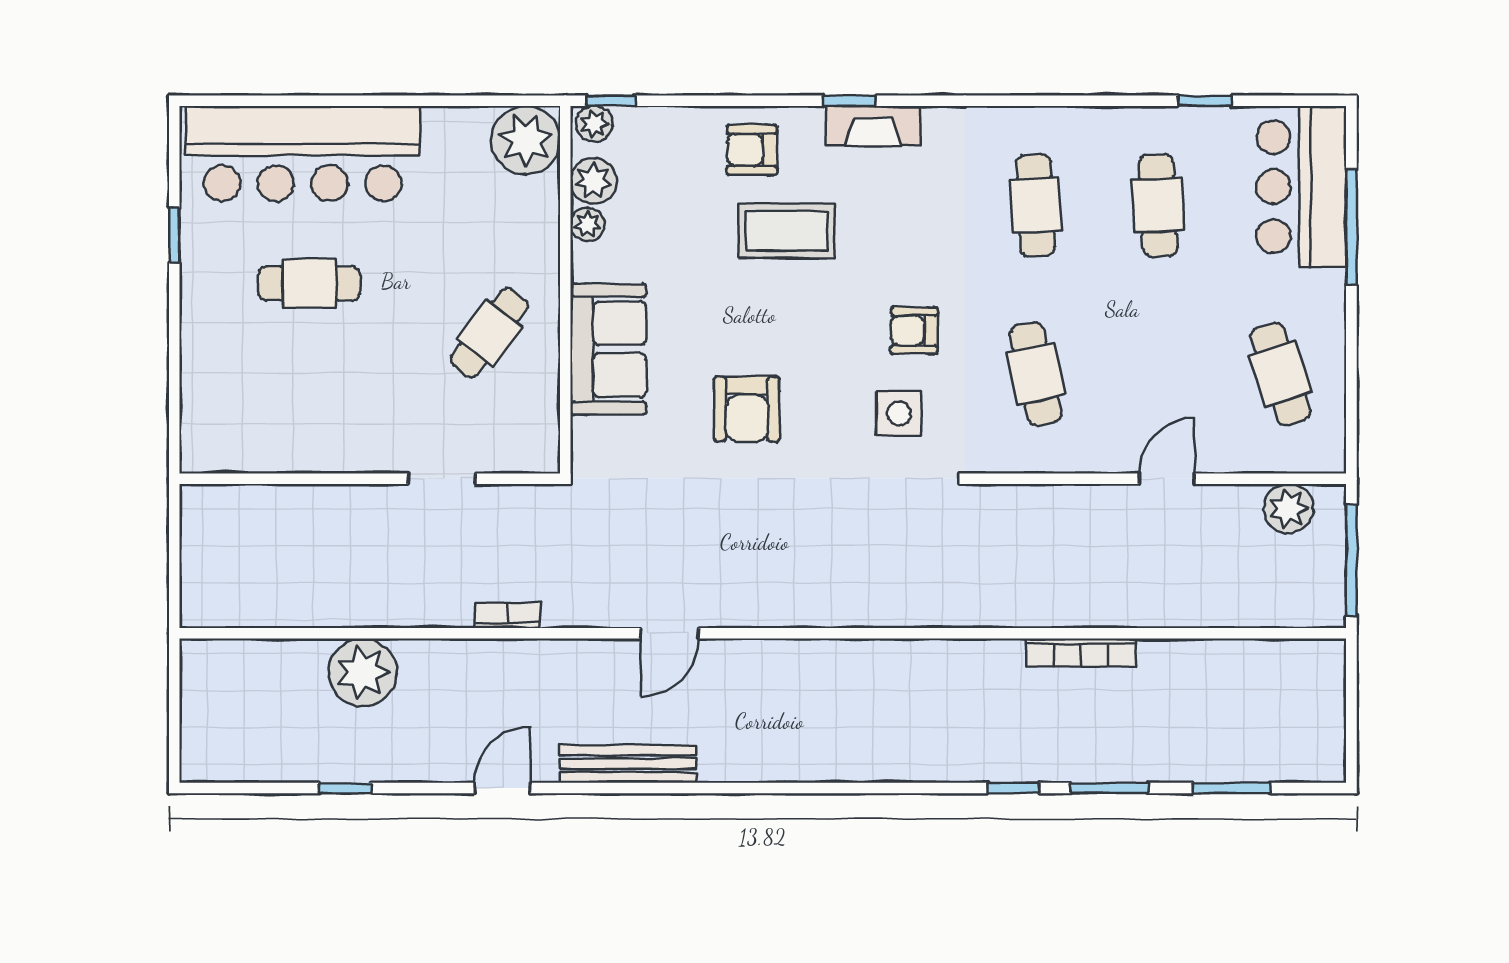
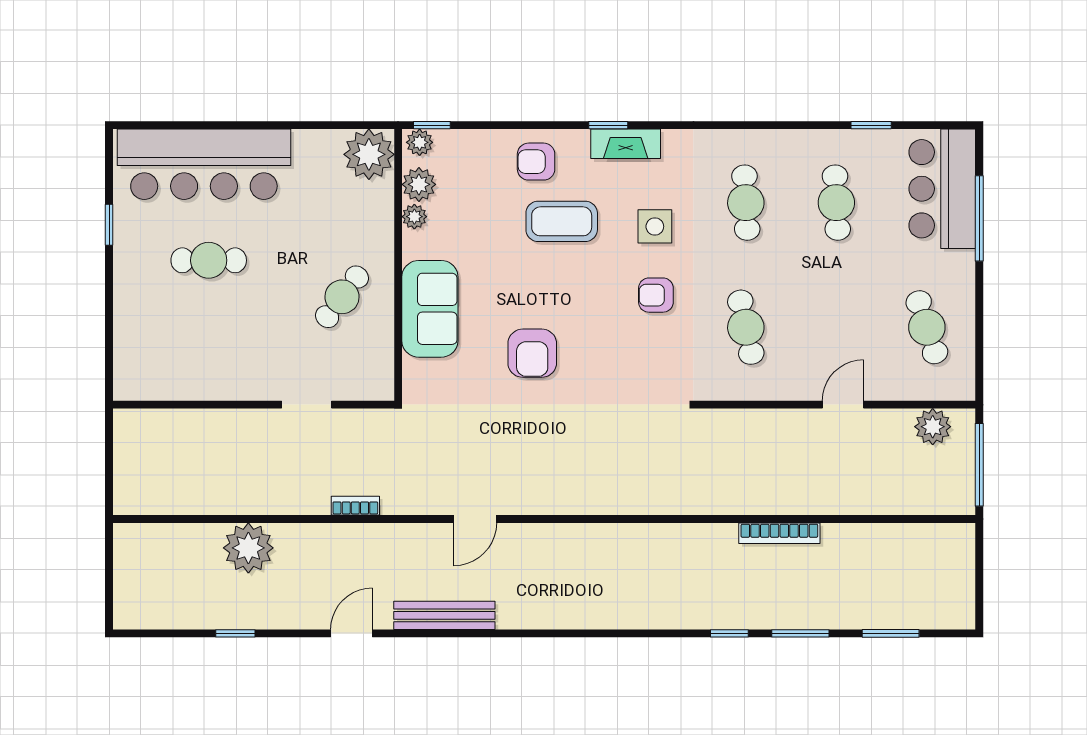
side table: (899, 414) -> (655, 226), moved

